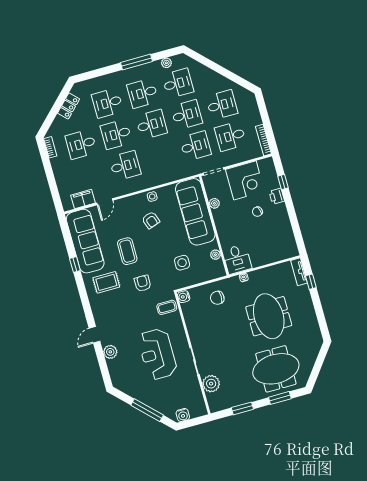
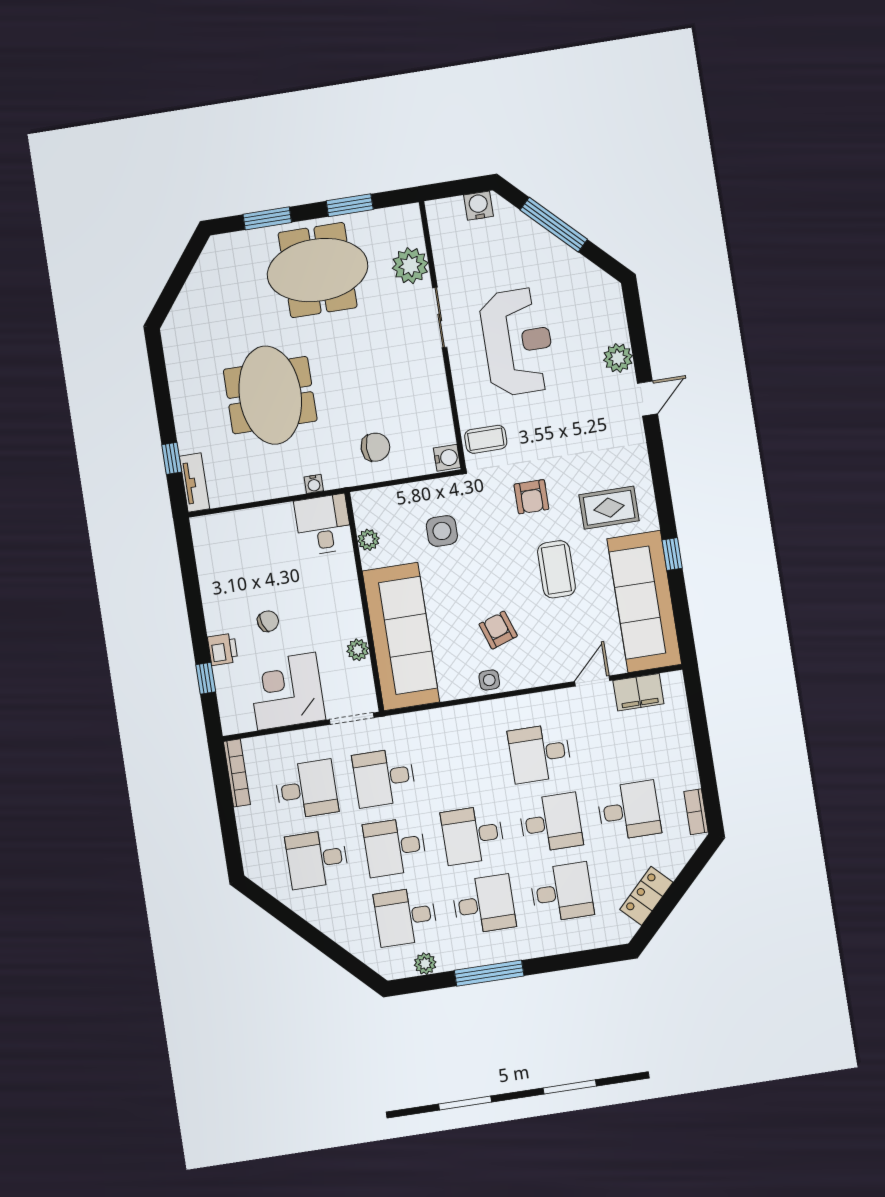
meeting table: (276, 369) -> (318, 270), moved

